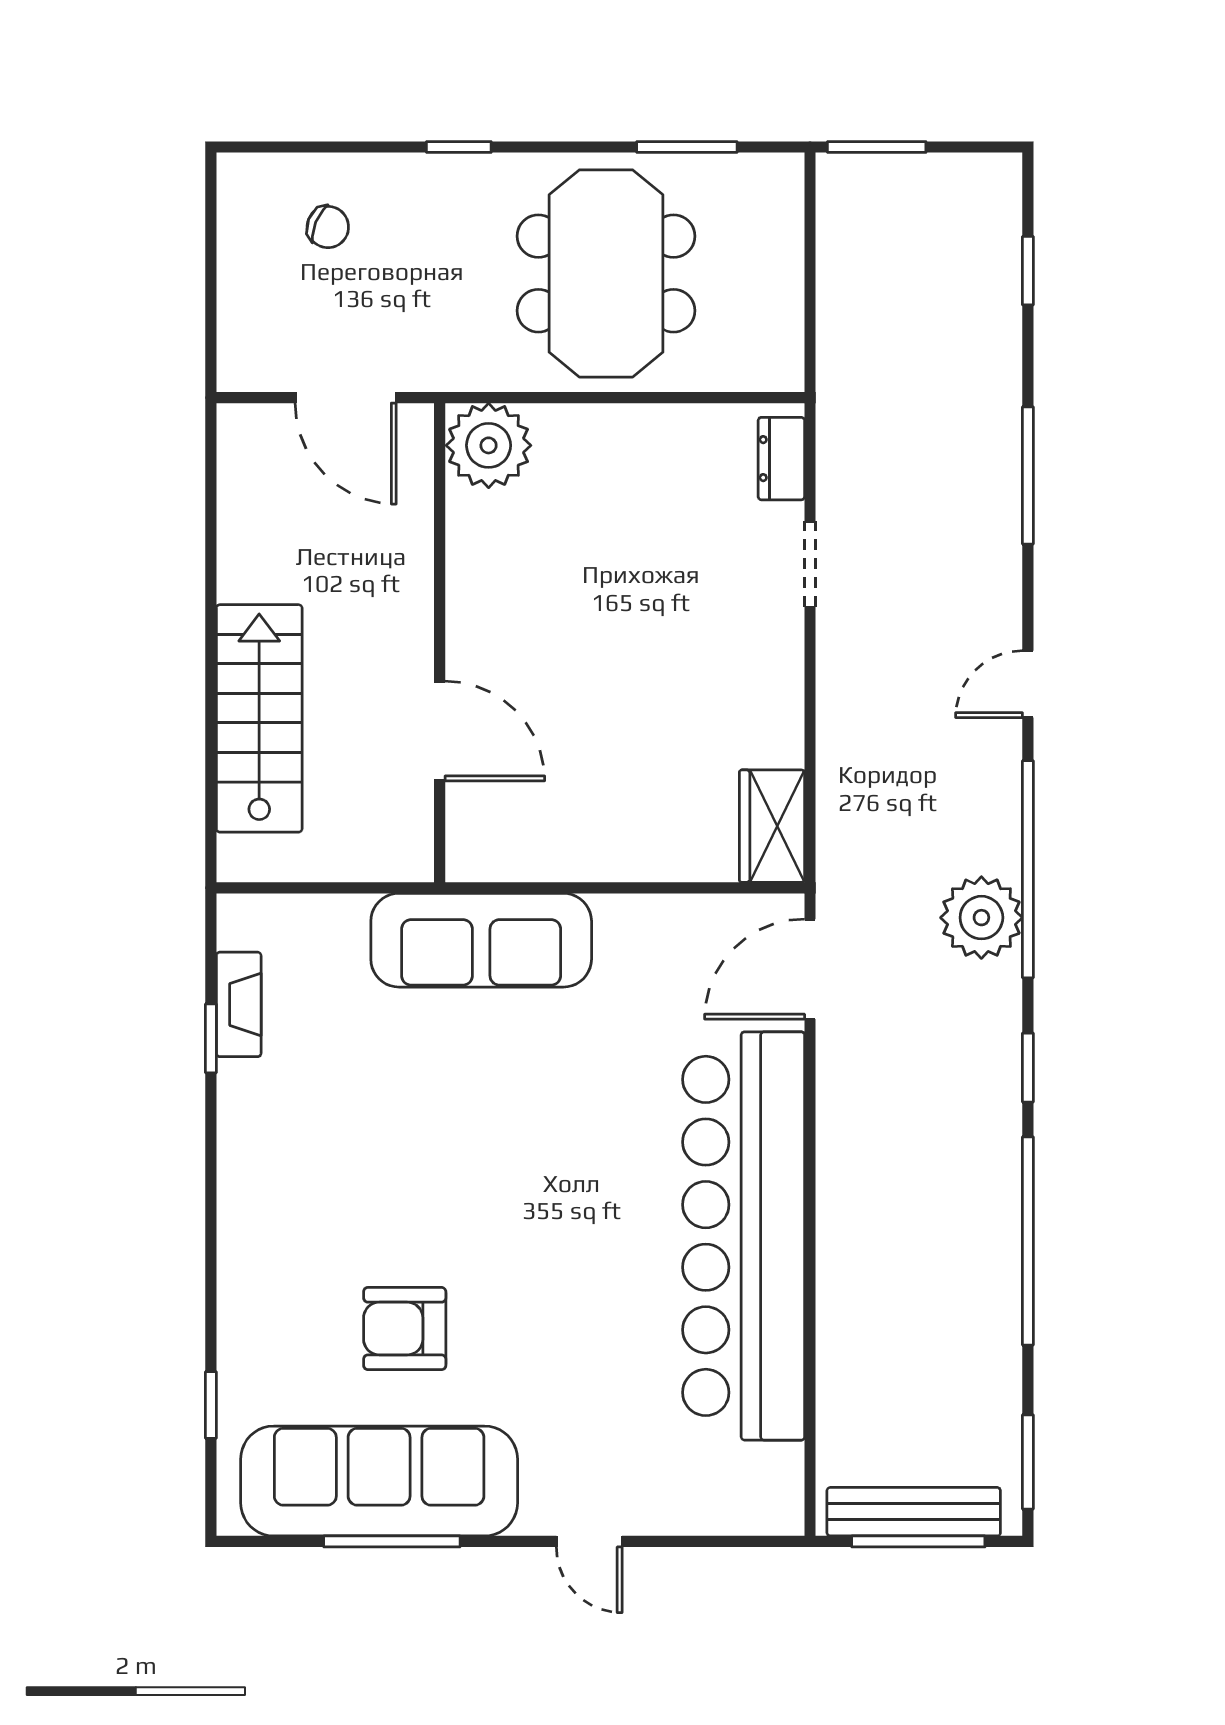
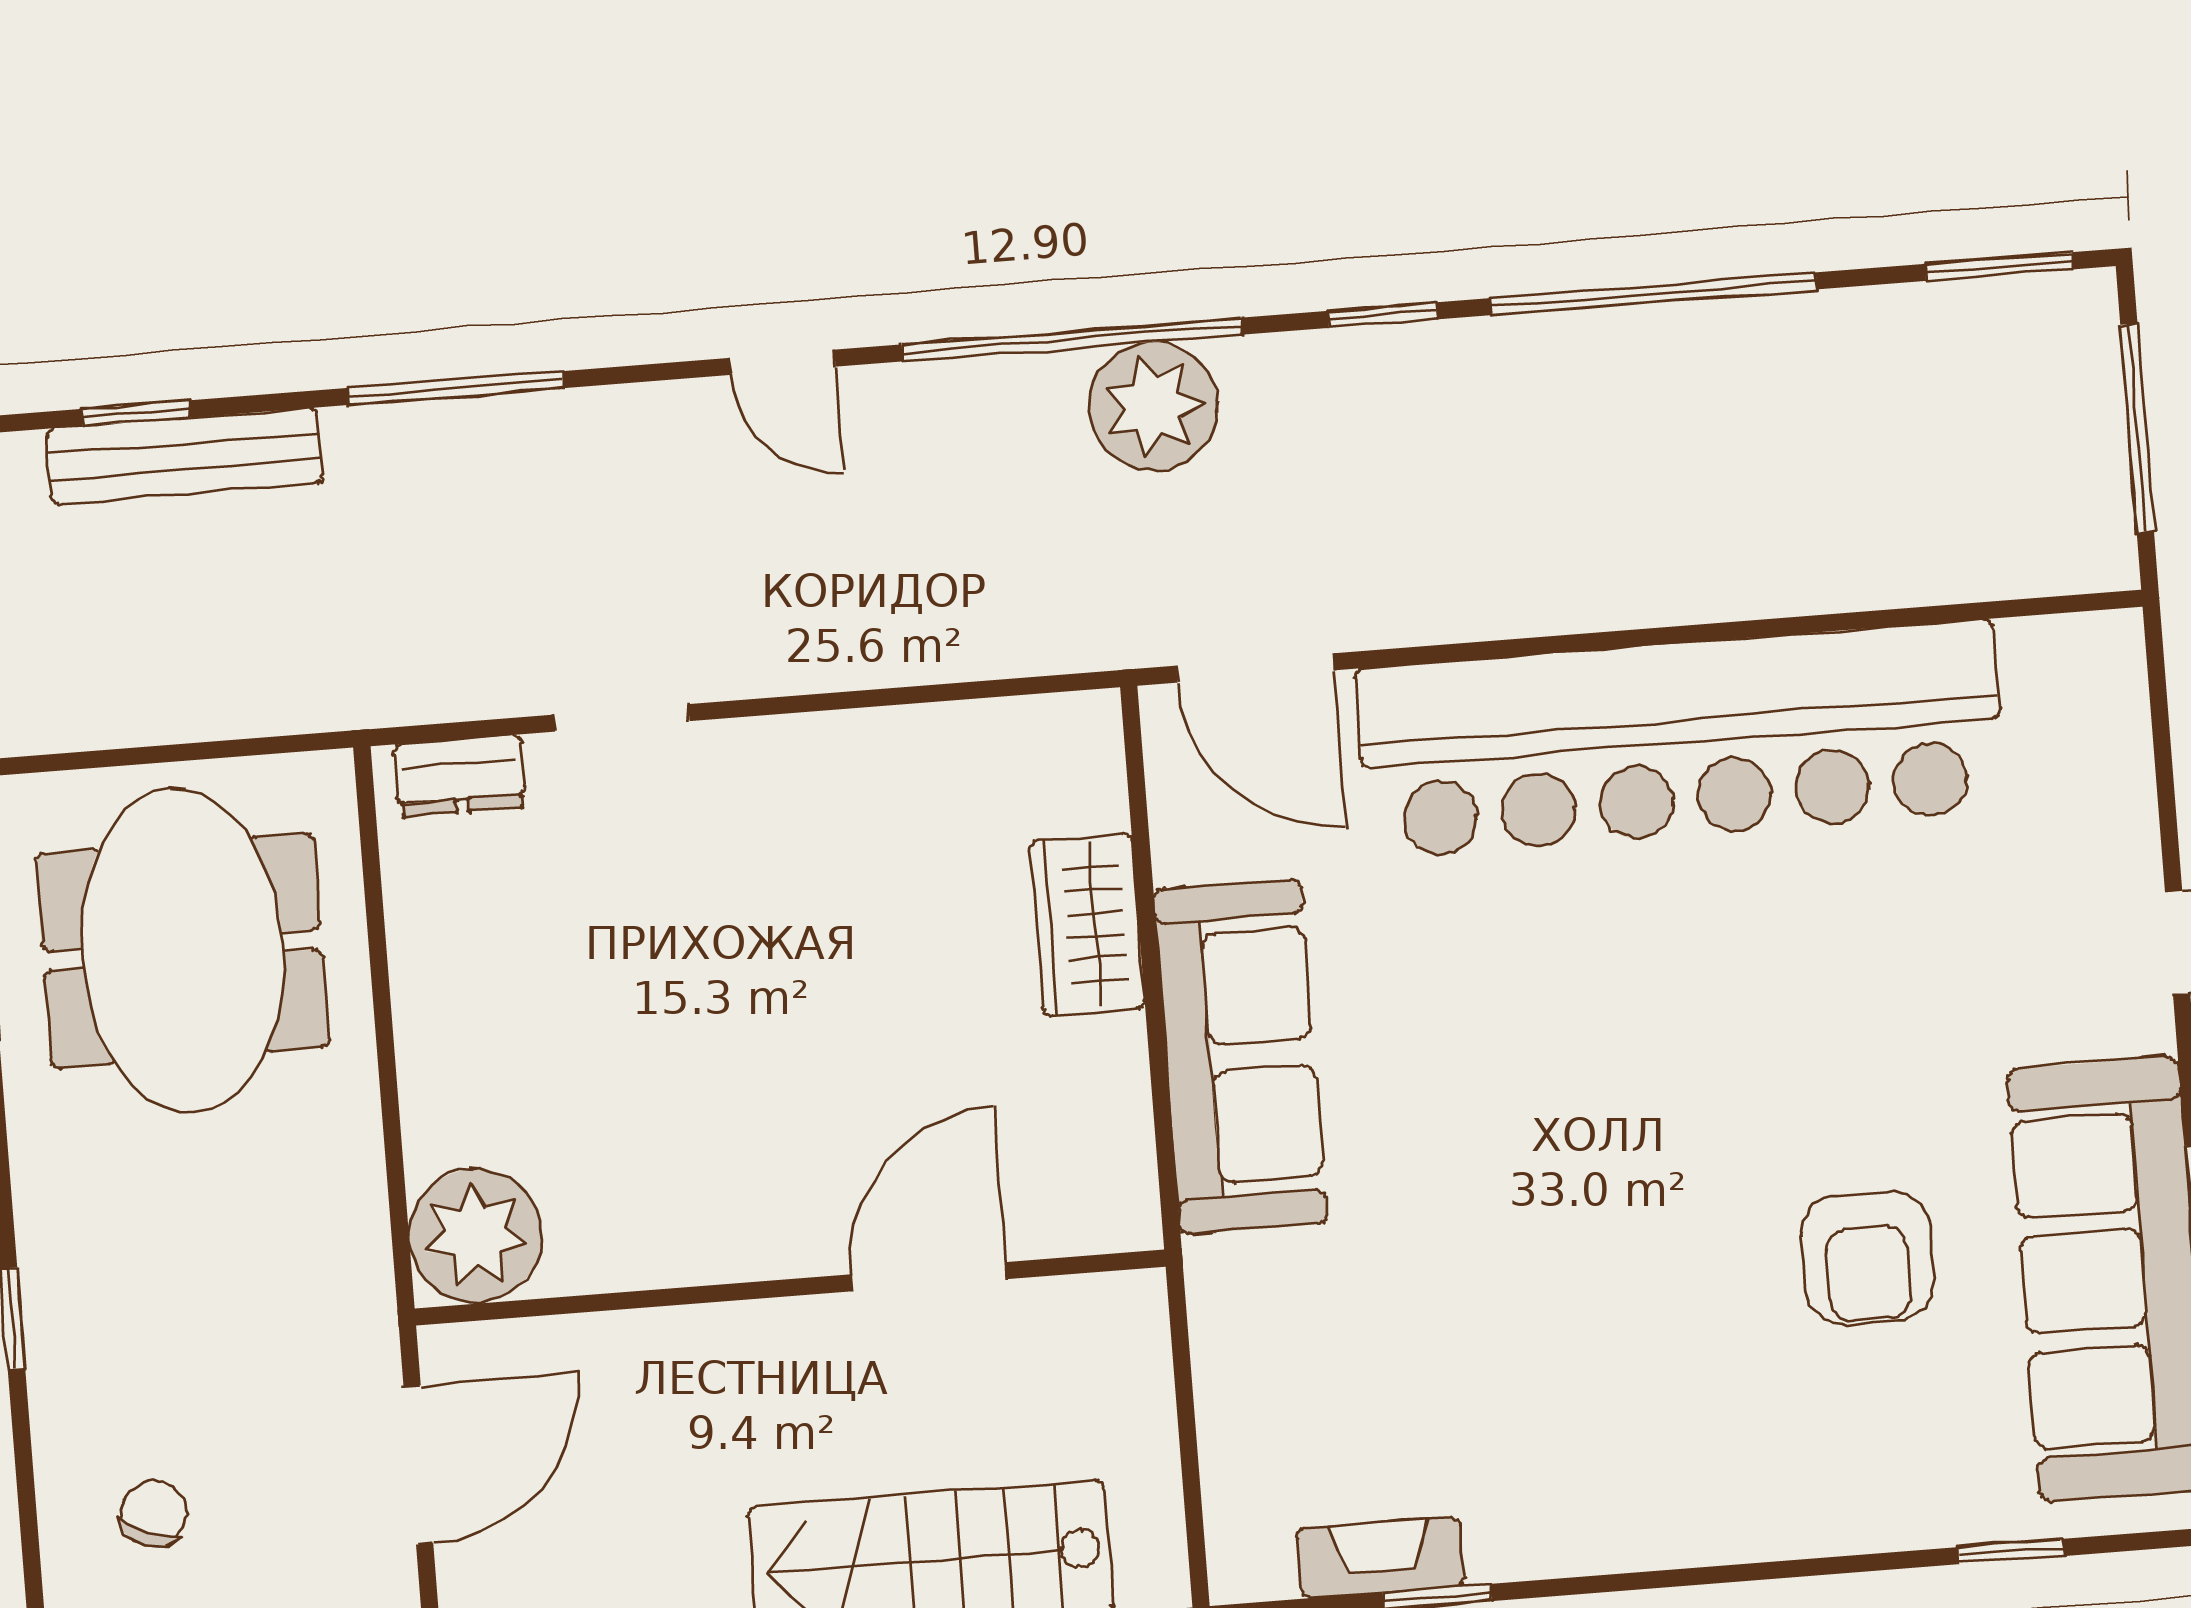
meeting table: (606, 273) -> (182, 950), moved, turned 90
wardrobe: (772, 826) -> (1087, 924), moved, turned 90
sofa: (481, 940) -> (1240, 1057), moved
bench: (914, 1512) -> (184, 456), moved, turned 90

